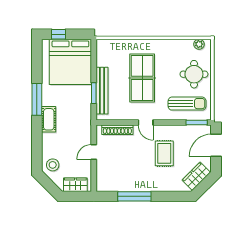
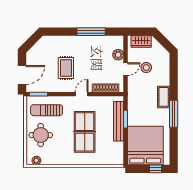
door: (146, 123) -> (82, 94), hinge flipped
stool: (53, 165) -> (146, 68), moved
plant: (102, 169) -> (118, 55), added
wardrobe: (196, 176) -> (39, 49), removed

